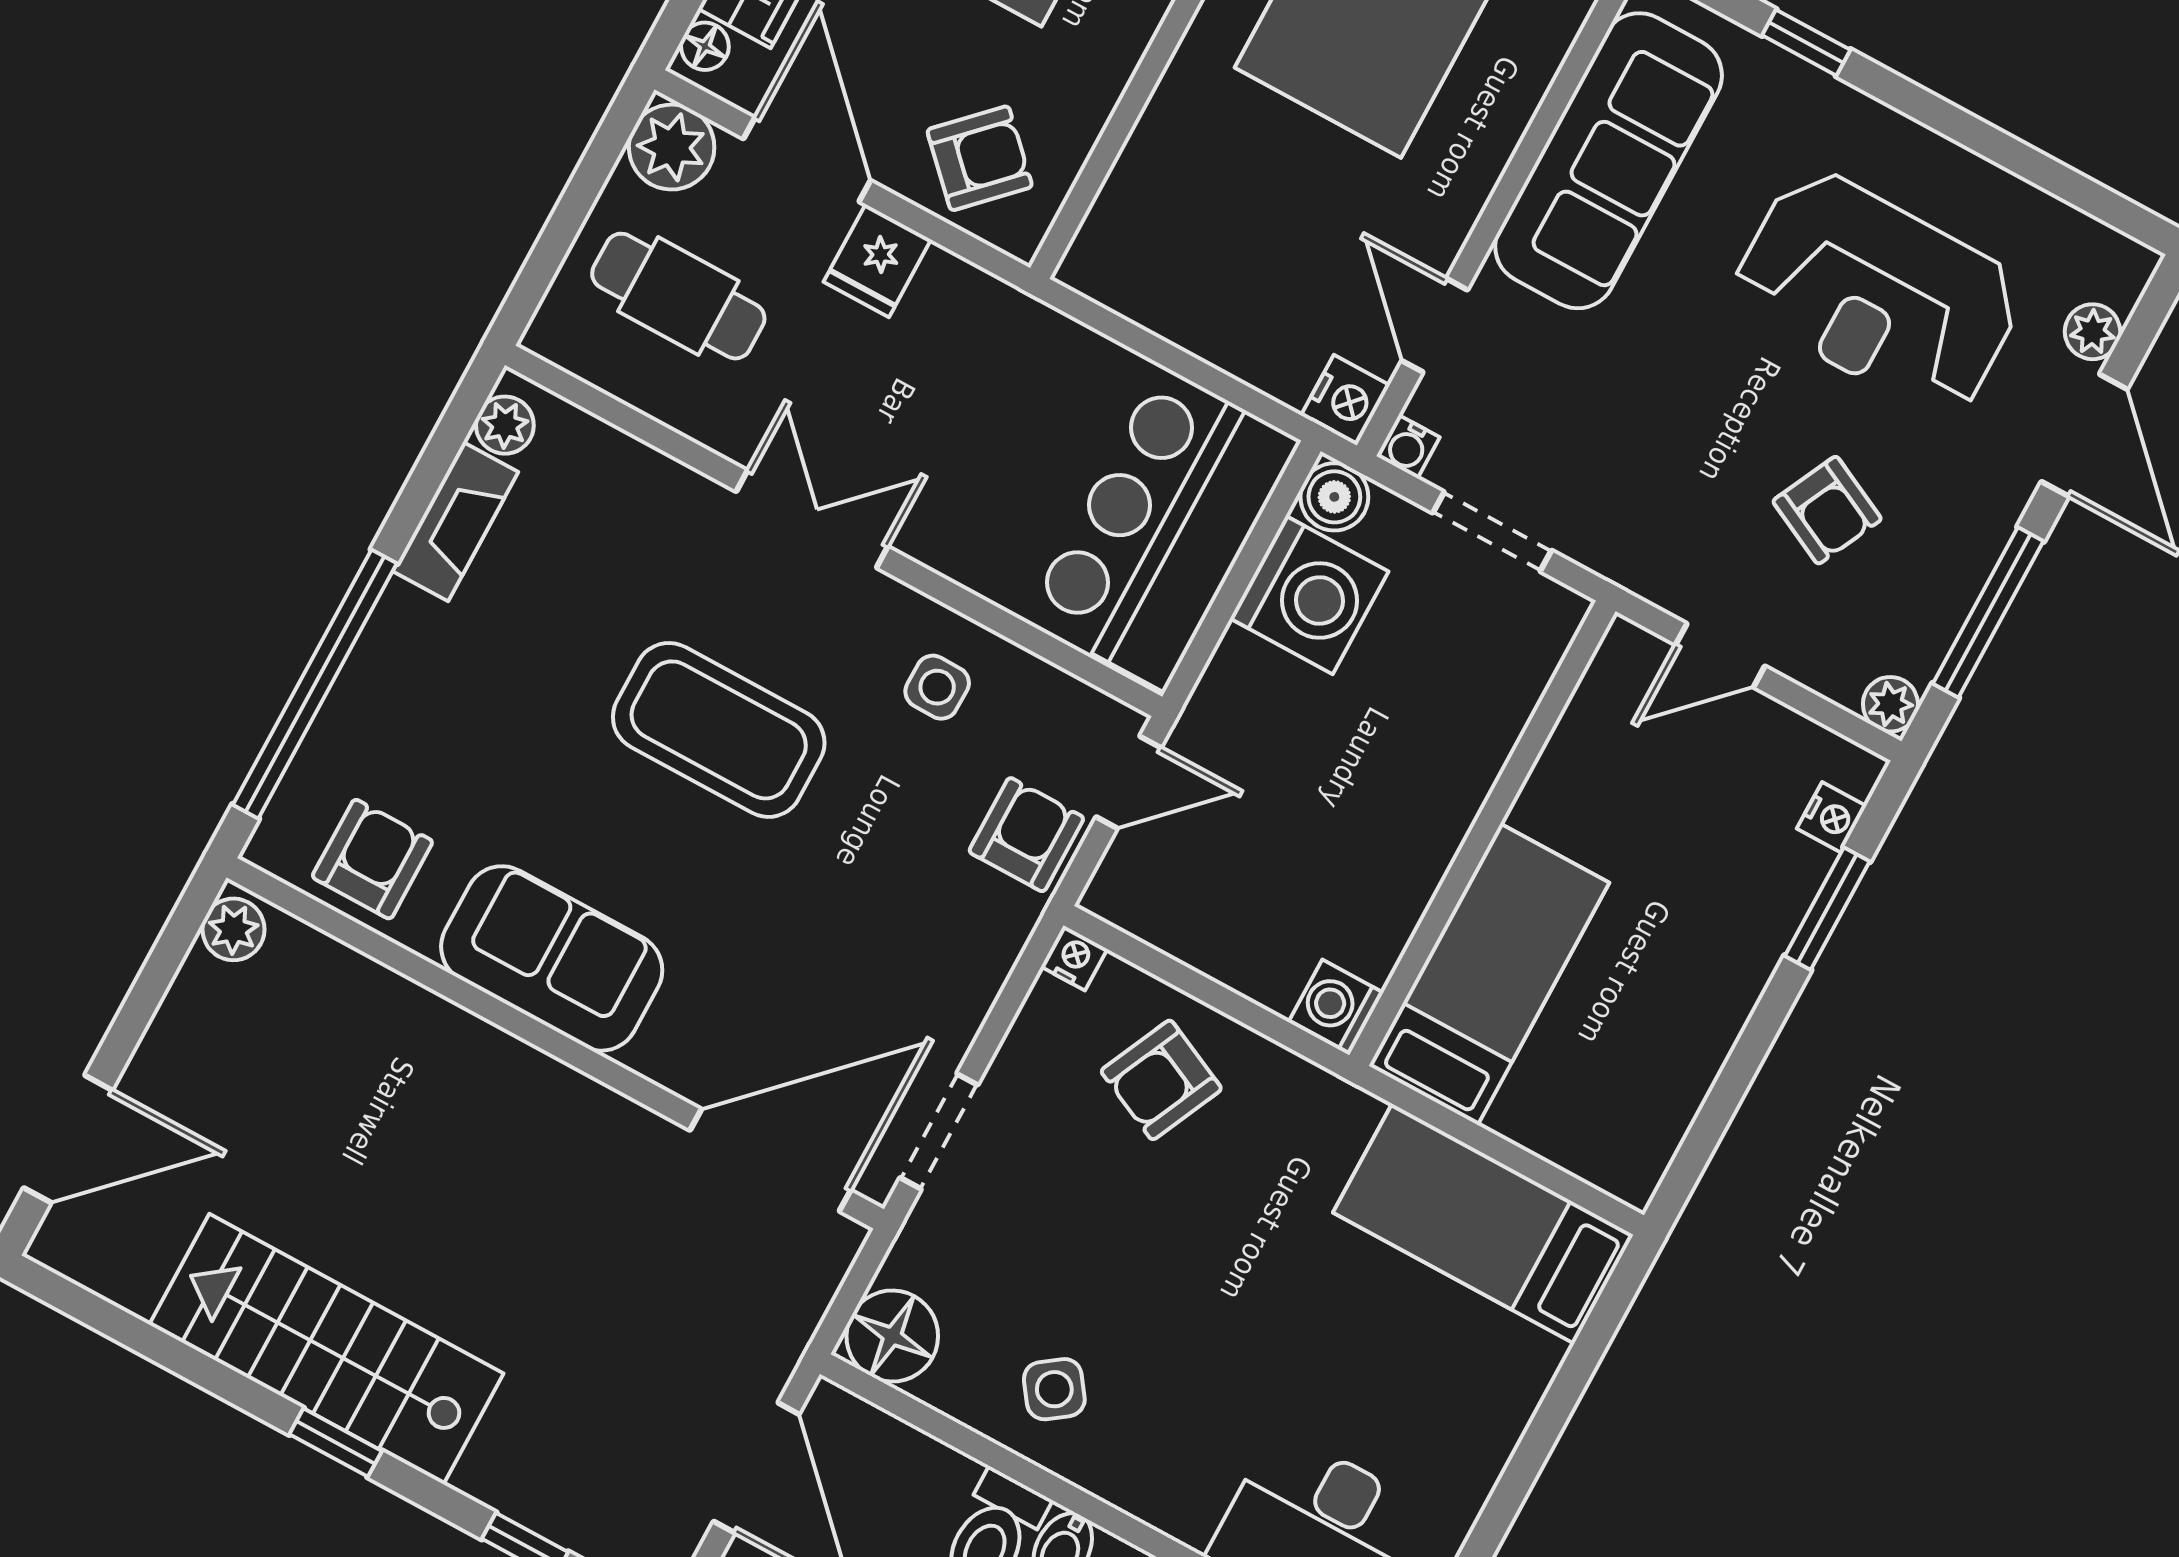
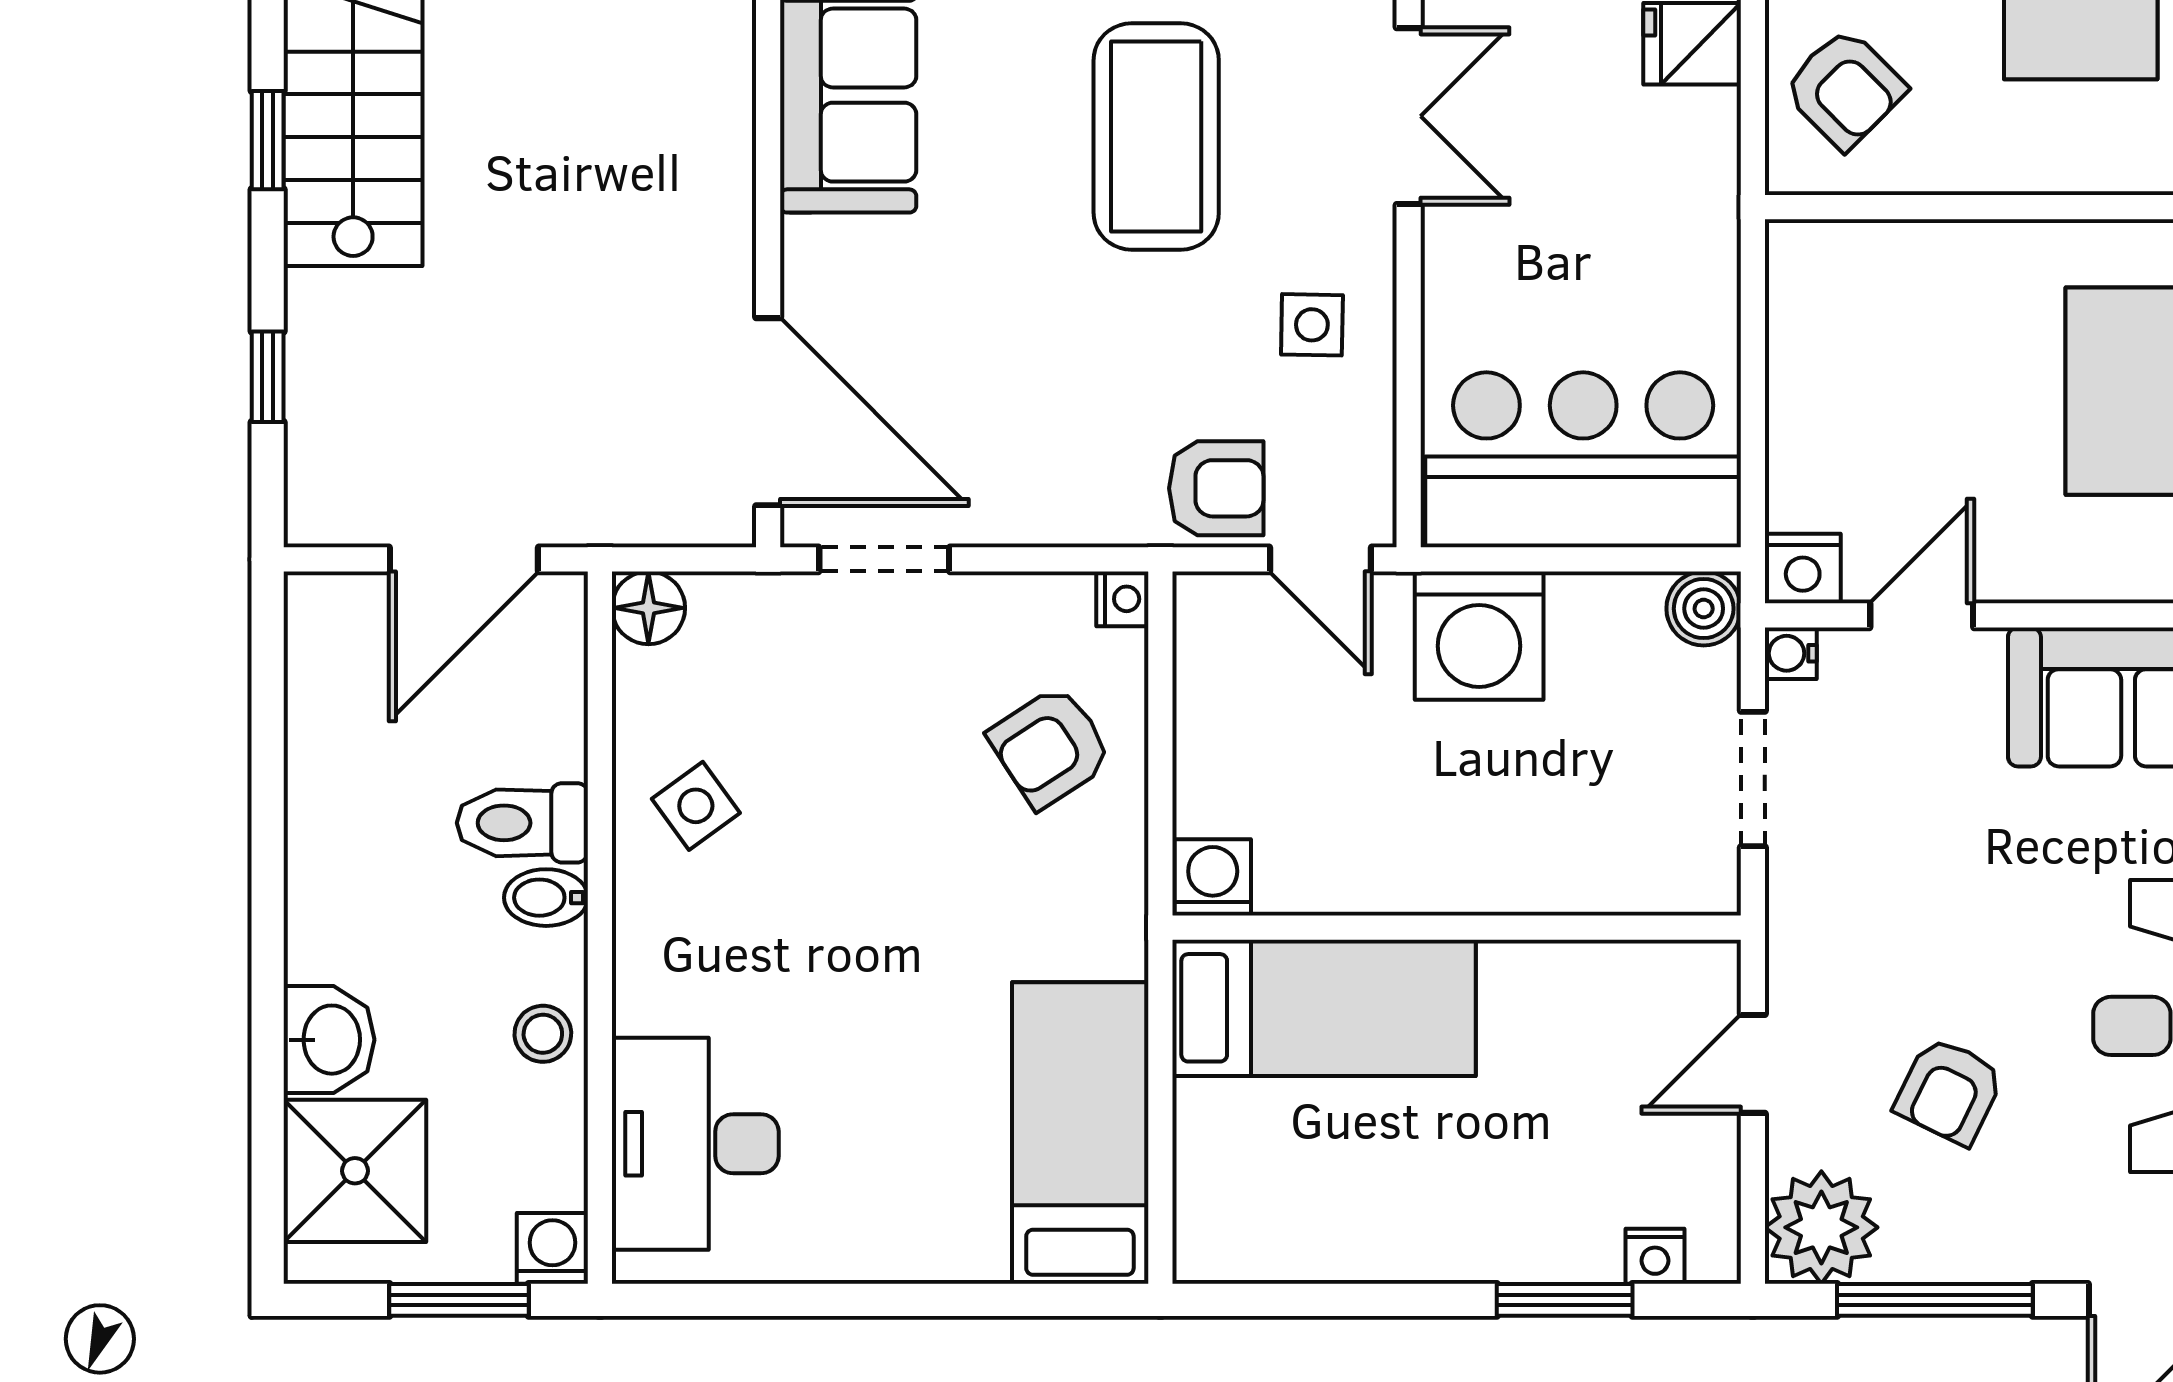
washing machine: (1309, 595) -> (1479, 636), moved
door: (1720, 655) -> (1753, 1064), hinge flipped
plant: (1890, 704) -> (1821, 1227), width x1.87, depth x1.87
armchair: (1161, 1080) -> (1050, 747), turned -58
floor lamp: (892, 1336) -> (648, 608), width x0.73, depth x0.73

